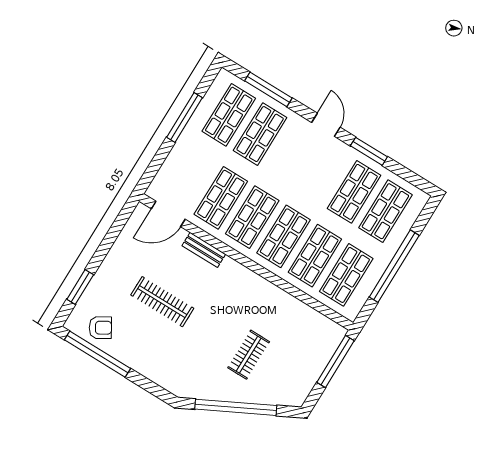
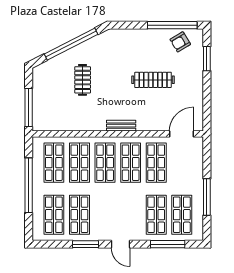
bench: (204, 250) -> (121, 126), moved

